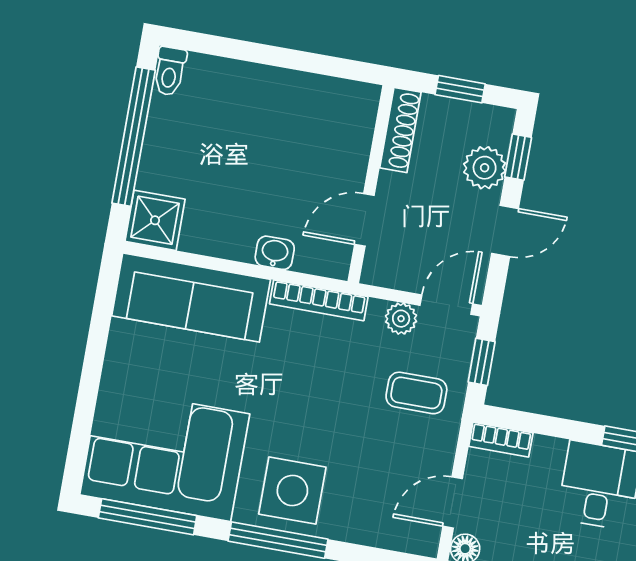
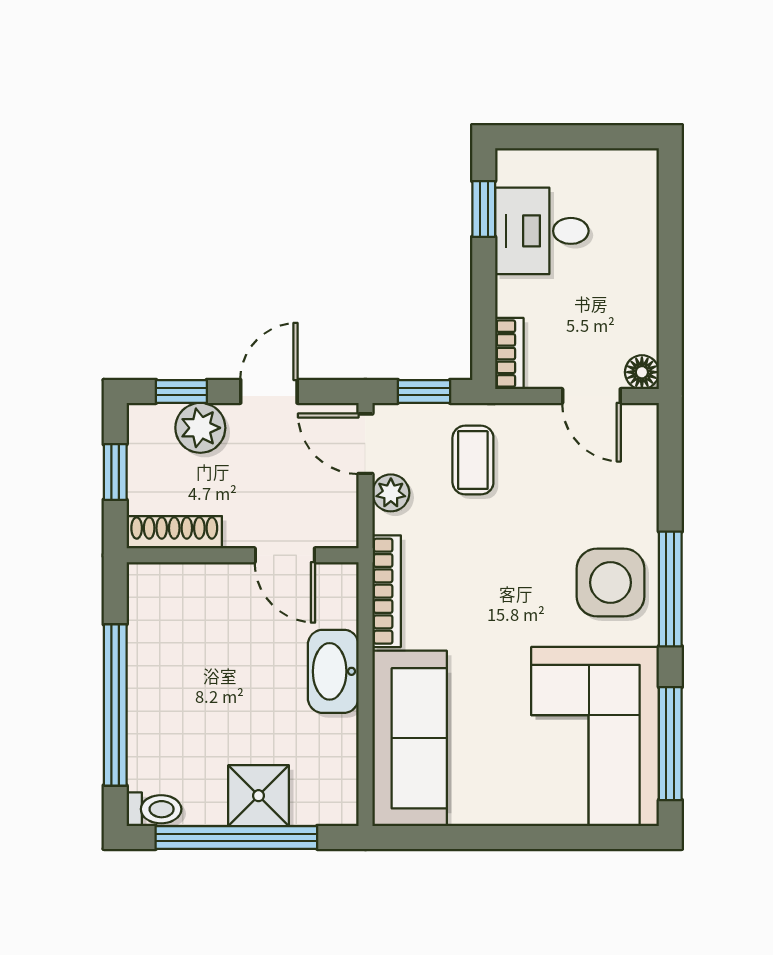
window: (264, 54) -> (115, 705), added
shower: (155, 220) -> (259, 796), moved
door: (505, 231) -> (269, 391), hinge flipped
washbasin: (275, 253) -> (333, 671), width x1.91, depth x1.45

